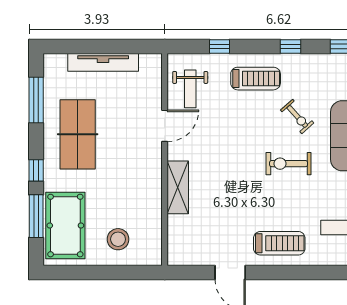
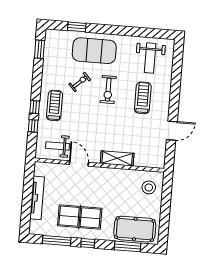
window: (290, 46) -> (35, 107), moved
weight bench: (190, 89) -> (58, 146), turned 180
window: (36, 170) -> (88, 243), moved
stool: (118, 239) -> (149, 187), moved
treadmill: (279, 243) -> (143, 98), moved

